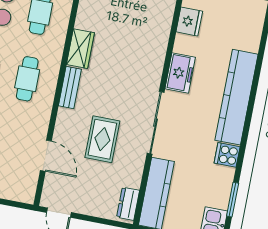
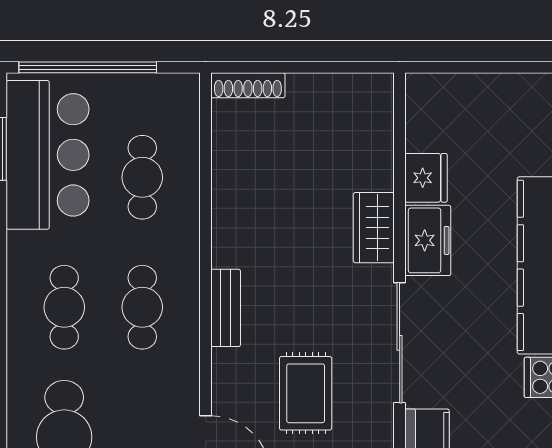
fridge: (189, 22) -> (426, 178), moved
wardrobe: (80, 49) -> (374, 228), moved, turned 180

